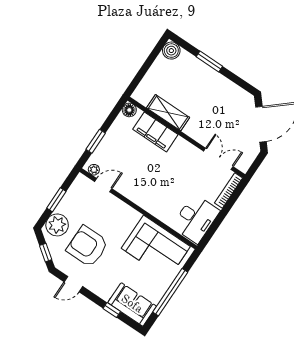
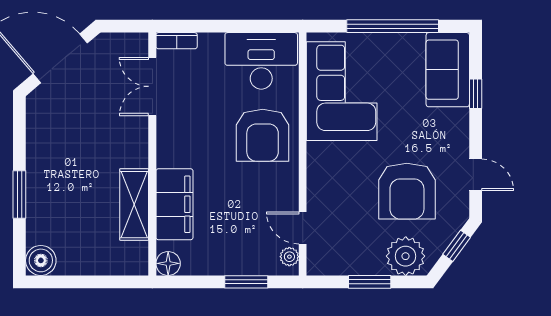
bookcase: (229, 190) -> (177, 41), width x0.64
armchair: (160, 196) -> (263, 135), added

